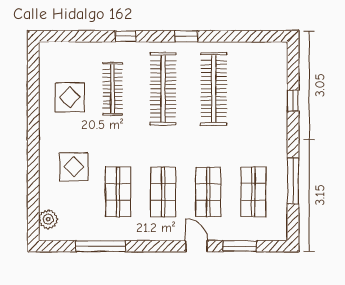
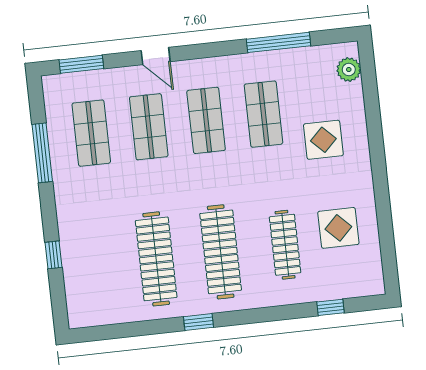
window: (126, 36) -> (331, 307), moved
window: (240, 246) -> (81, 64), moved

